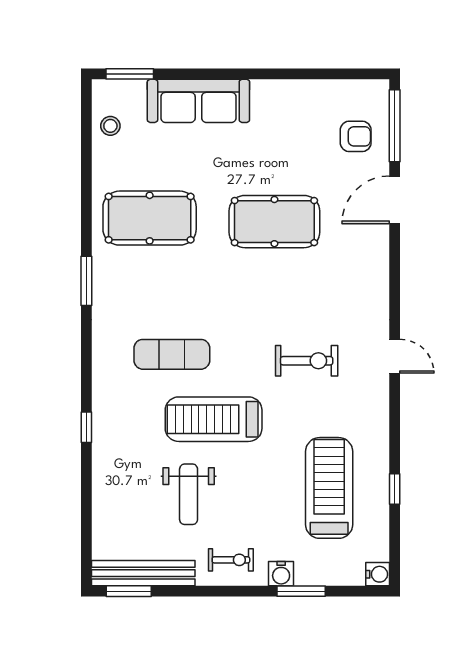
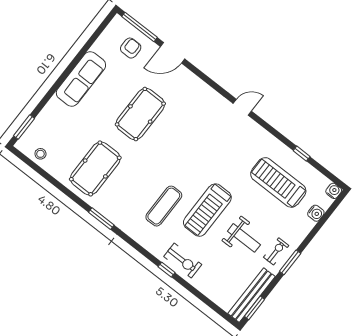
sofa: (198, 101) -> (81, 79), moved
door: (395, 200) -> (173, 53), hinge flipped
exercise bike: (307, 361) -> (183, 261), moved, turned 90
weight bench: (189, 494) -> (244, 238), moved
water cooler: (281, 574) -> (316, 213), moved
window: (301, 591) -> (290, 262), moved

